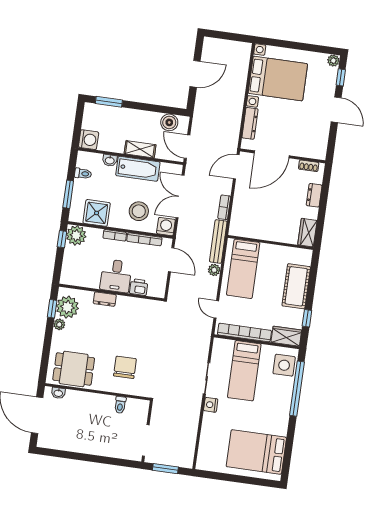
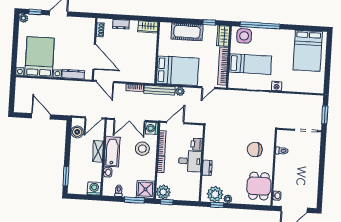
shower: (97, 213) -> (145, 189), moved
bed: (243, 269) -> (178, 71), width x1.50

